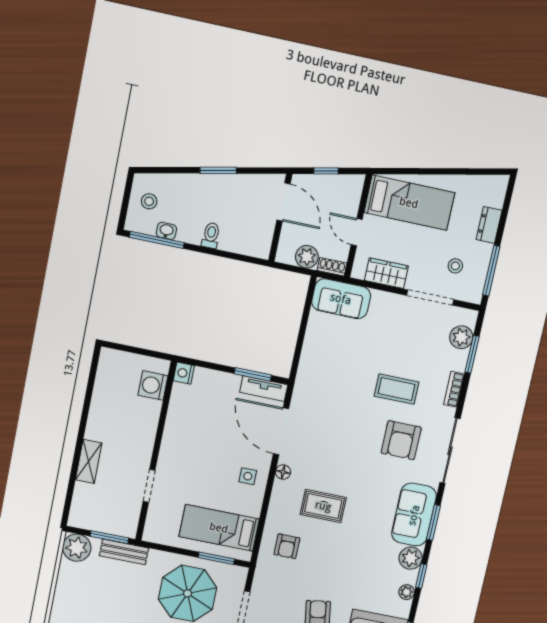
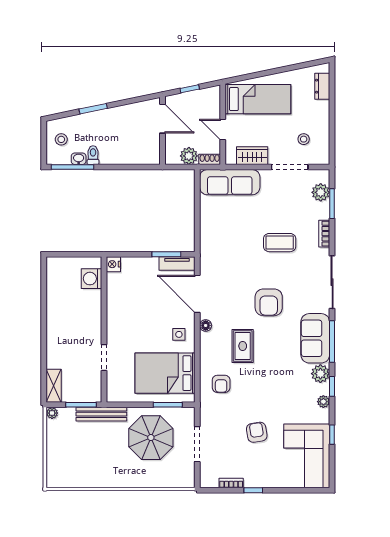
window: (218, 170) -> (93, 109), moved
dresser: (489, 225) -> (322, 86), moved
toilet: (211, 235) -> (93, 155), moved
window: (491, 271) -> (332, 137), removed
sofa: (341, 299) -> (230, 182), width x1.36
armchair: (401, 440) -> (269, 302), moved
shelving: (89, 461) -> (54, 386), moved
rug: (323, 506) -> (243, 346), turned 90
window: (433, 523) -> (332, 342), width x1.44
bed: (219, 528) -> (165, 373), width x1.50
plant: (77, 548) -> (52, 413), width x0.53, depth x0.53
bench: (124, 552) -> (101, 414), width x1.36

